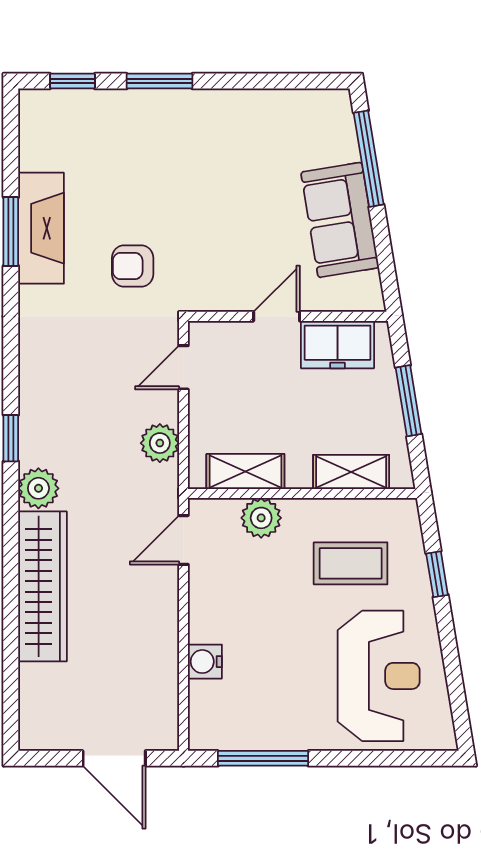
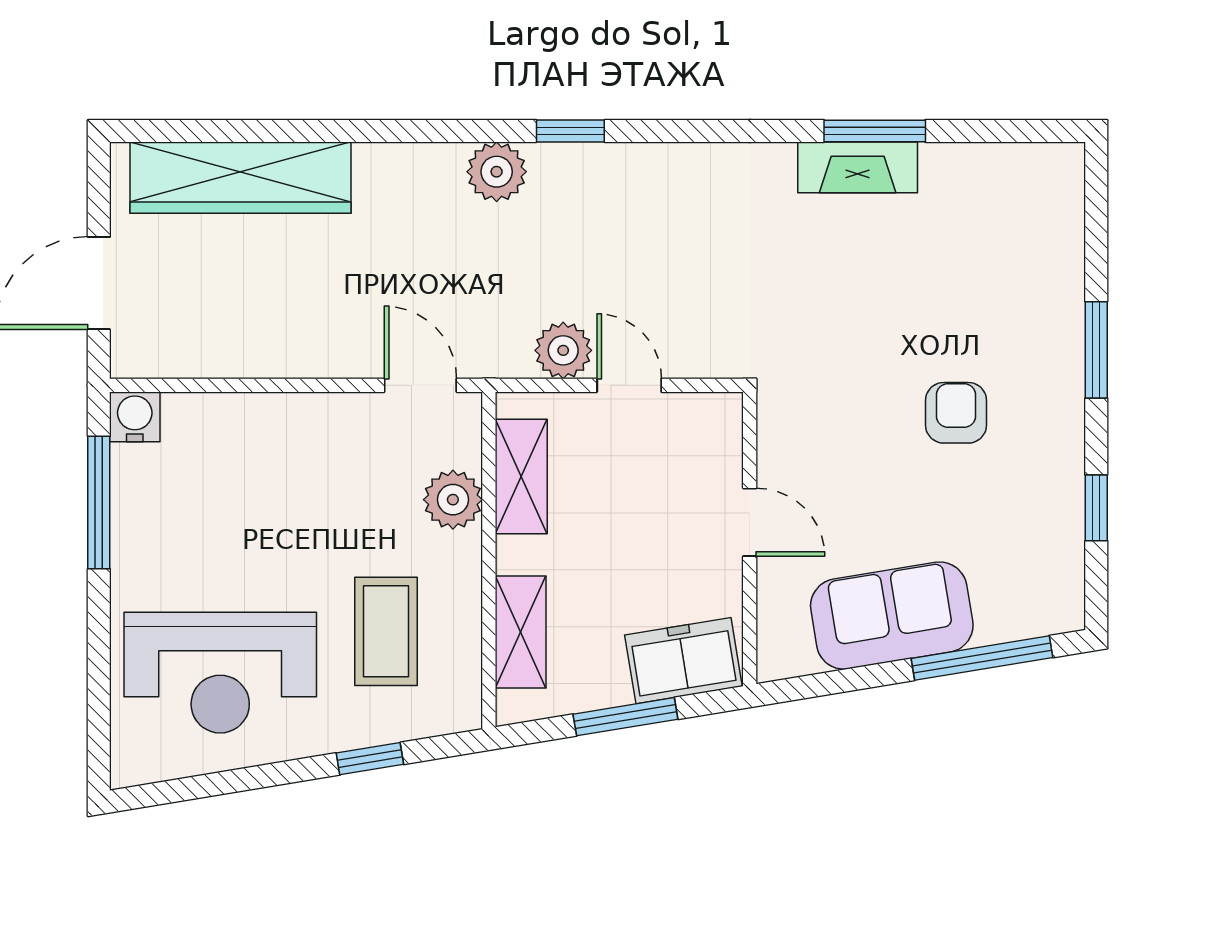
window: (72, 81) -> (1096, 508), moved
fireplace: (41, 228) -> (858, 167), width x0.73, depth x0.76
armchair: (133, 266) -> (956, 413), moved
freezer: (338, 345) -> (683, 661), moved, turned 81
door: (184, 367) -> (629, 385), moved
wardrobe: (43, 586) -> (241, 178), moved
water cooler: (205, 662) -> (135, 417), moved

